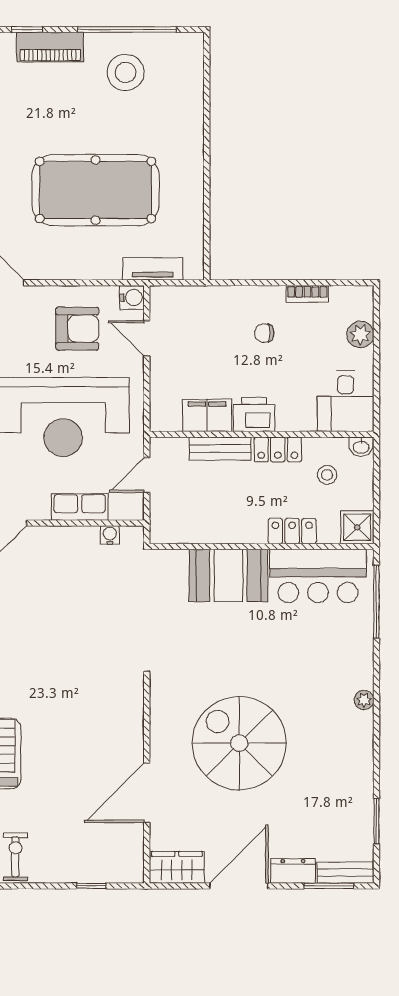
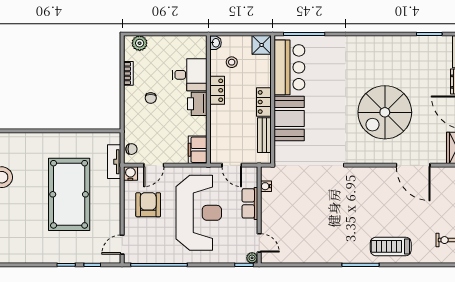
chair: (175, 299) -> (131, 149), added
plant: (360, 334) -> (140, 43), moved
desk: (346, 401) -> (190, 75), moved
filing cabinet: (207, 415) -> (198, 150), moved
bench: (220, 449) -> (264, 135), moved
locker: (292, 531) -> (264, 102), moved
plant: (364, 700) -> (360, 41), removed

